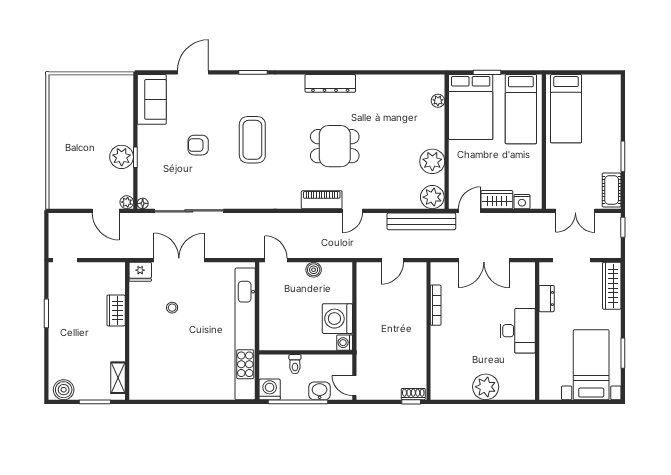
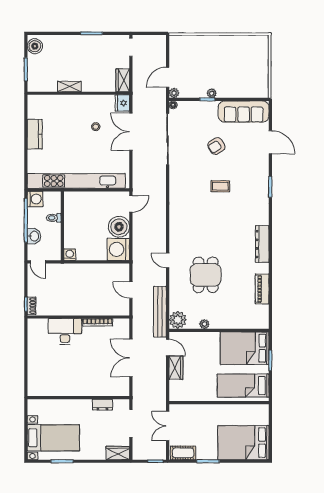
sofa: (152, 99) -> (244, 112), width x1.36
plant: (438, 101) -> (249, 324), removed
bed: (566, 109) -> (243, 443), moved, width x1.50
coffee table: (252, 140) -> (220, 186), width x0.54, depth x0.58
armchair: (198, 145) -> (216, 146), turned -121
dining table: (335, 146) -> (206, 275), moved
plant: (122, 157) -> (212, 93), width x0.53, depth x0.53
plant: (432, 161) -> (204, 324), width x0.53, depth x0.53
piano: (322, 200) -> (262, 289), moved, turned 180
nightstand: (522, 202) -> (174, 386), removed
double door: (179, 260) -> (131, 132), swing flipped
boiler: (314, 270) -> (119, 227), width x1.86, depth x1.86
wardrobe: (612, 286) -> (118, 453), width x0.67
wardrobe: (116, 310) -> (123, 80), moved, turned -90
washing machine: (337, 319) -> (118, 249), moved, turned -90
desk: (518, 331) -> (65, 331), moved, turned 180
shelving: (118, 378) -> (69, 86), moved
door: (354, 386) -> (38, 262), swing flipped
plant: (486, 387) -> (37, 359), removed
kitchen counter: (182, 390) -> (35, 134), added

